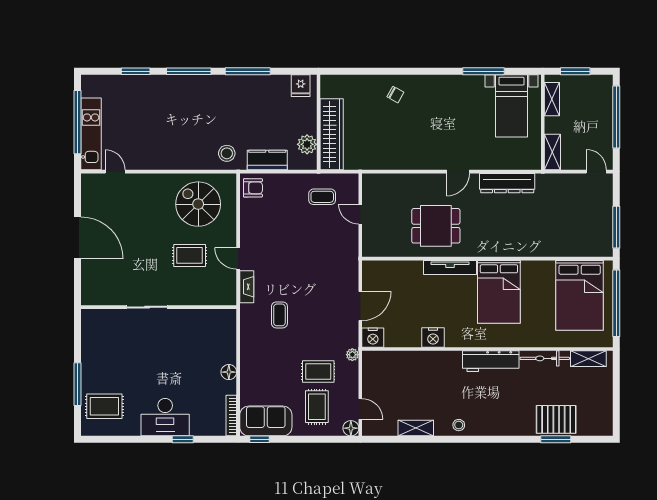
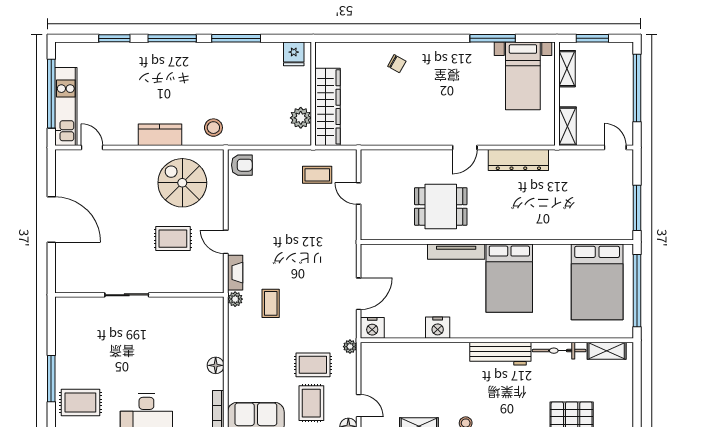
kitchen counter: (267, 160) -> (160, 135), moved
plant: (247, 311) -> (235, 299), added

